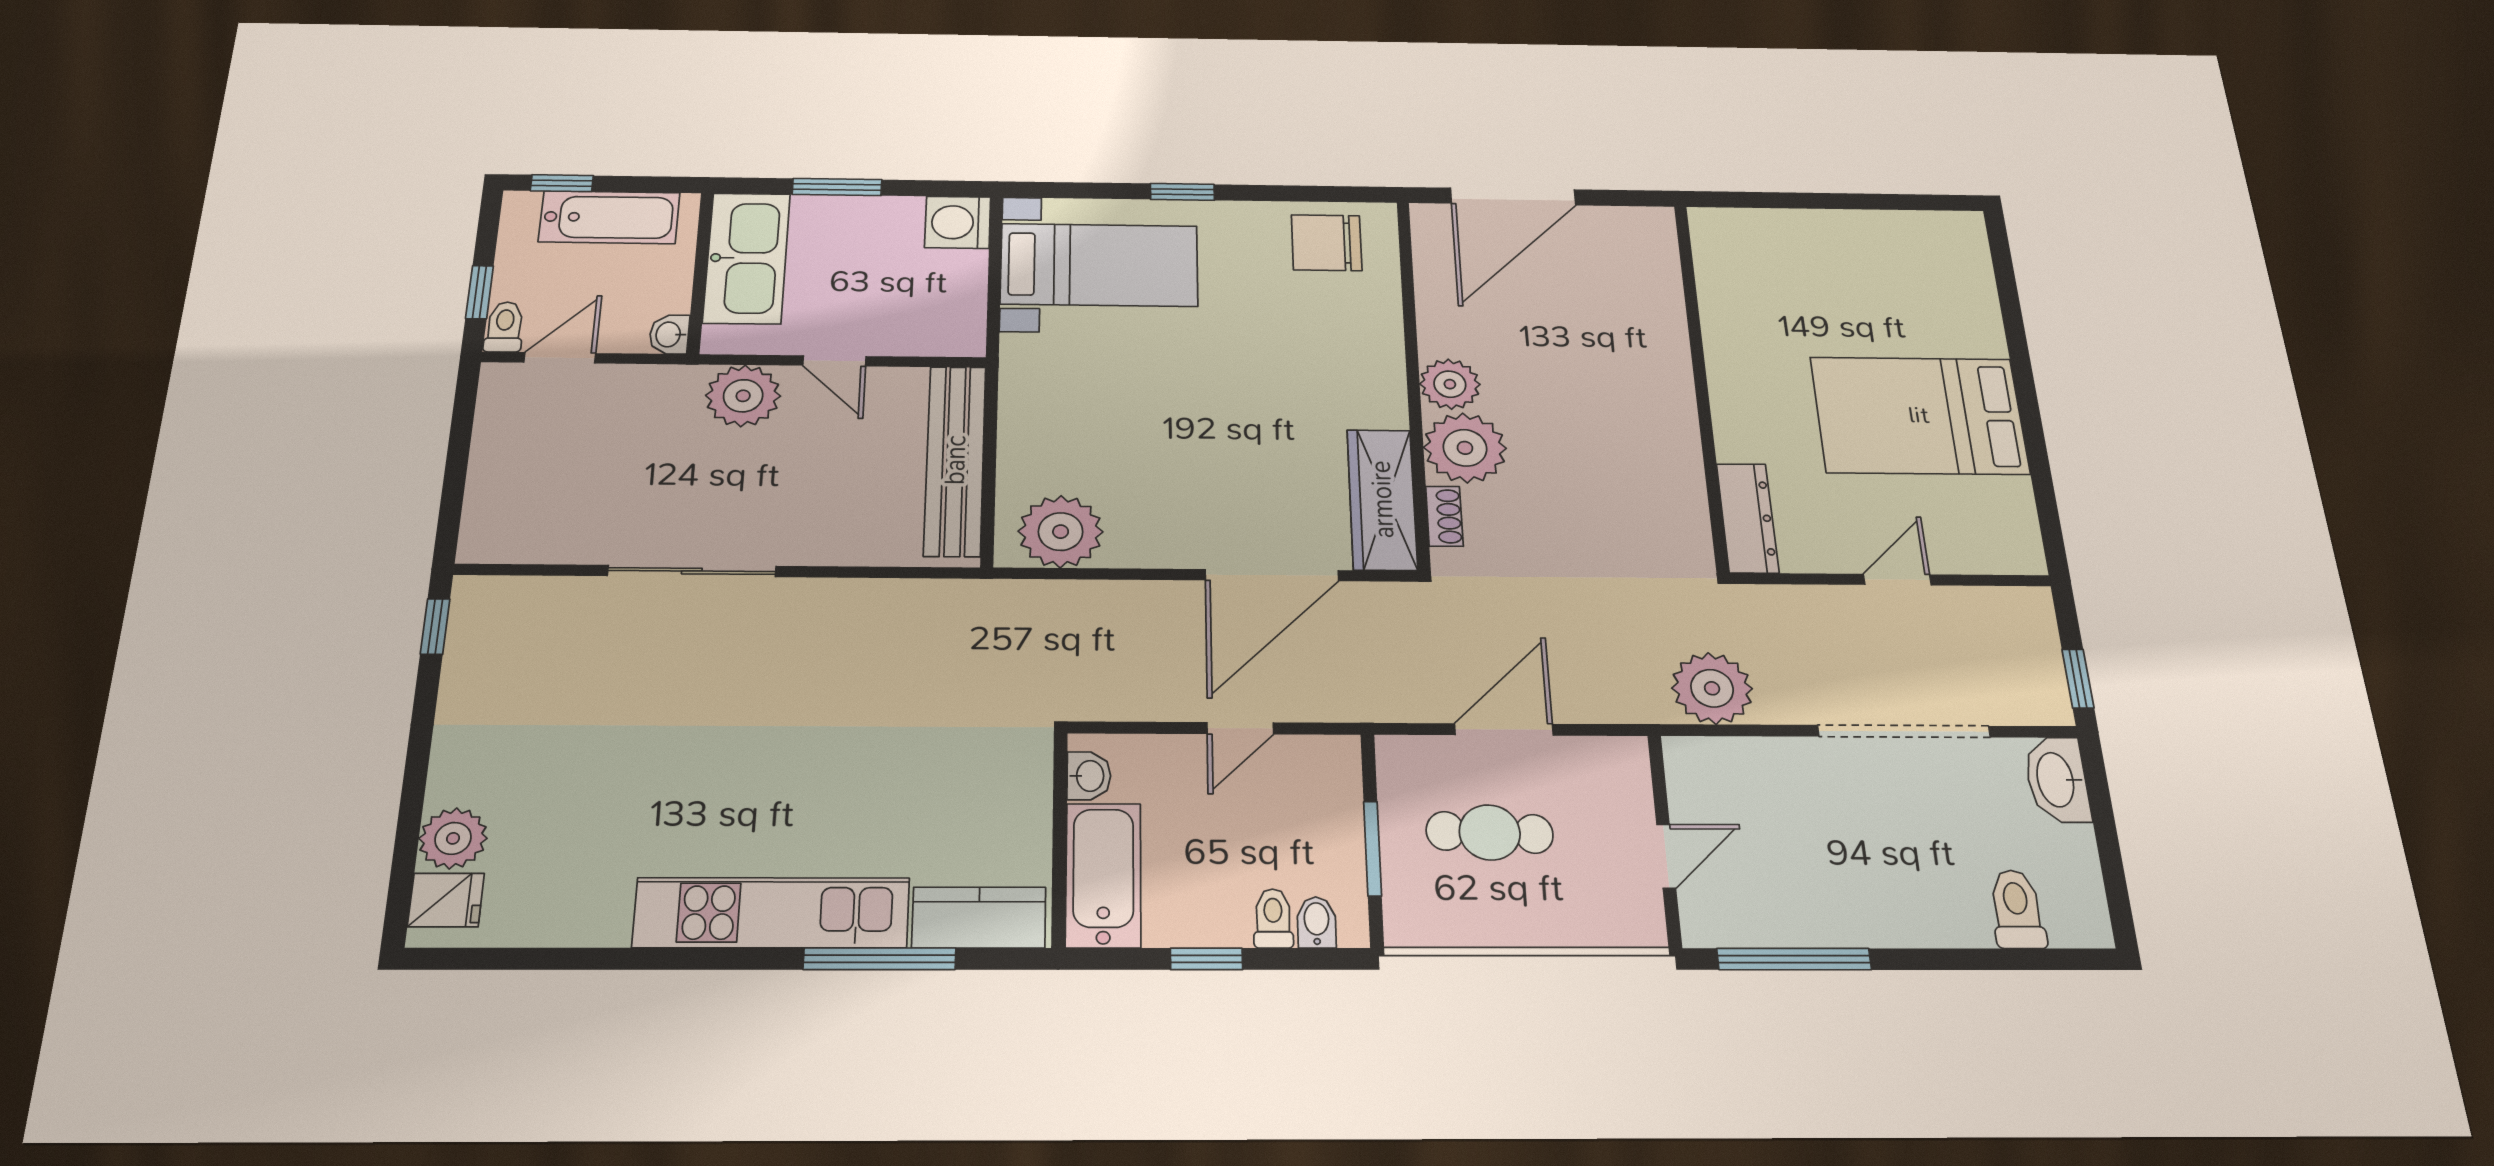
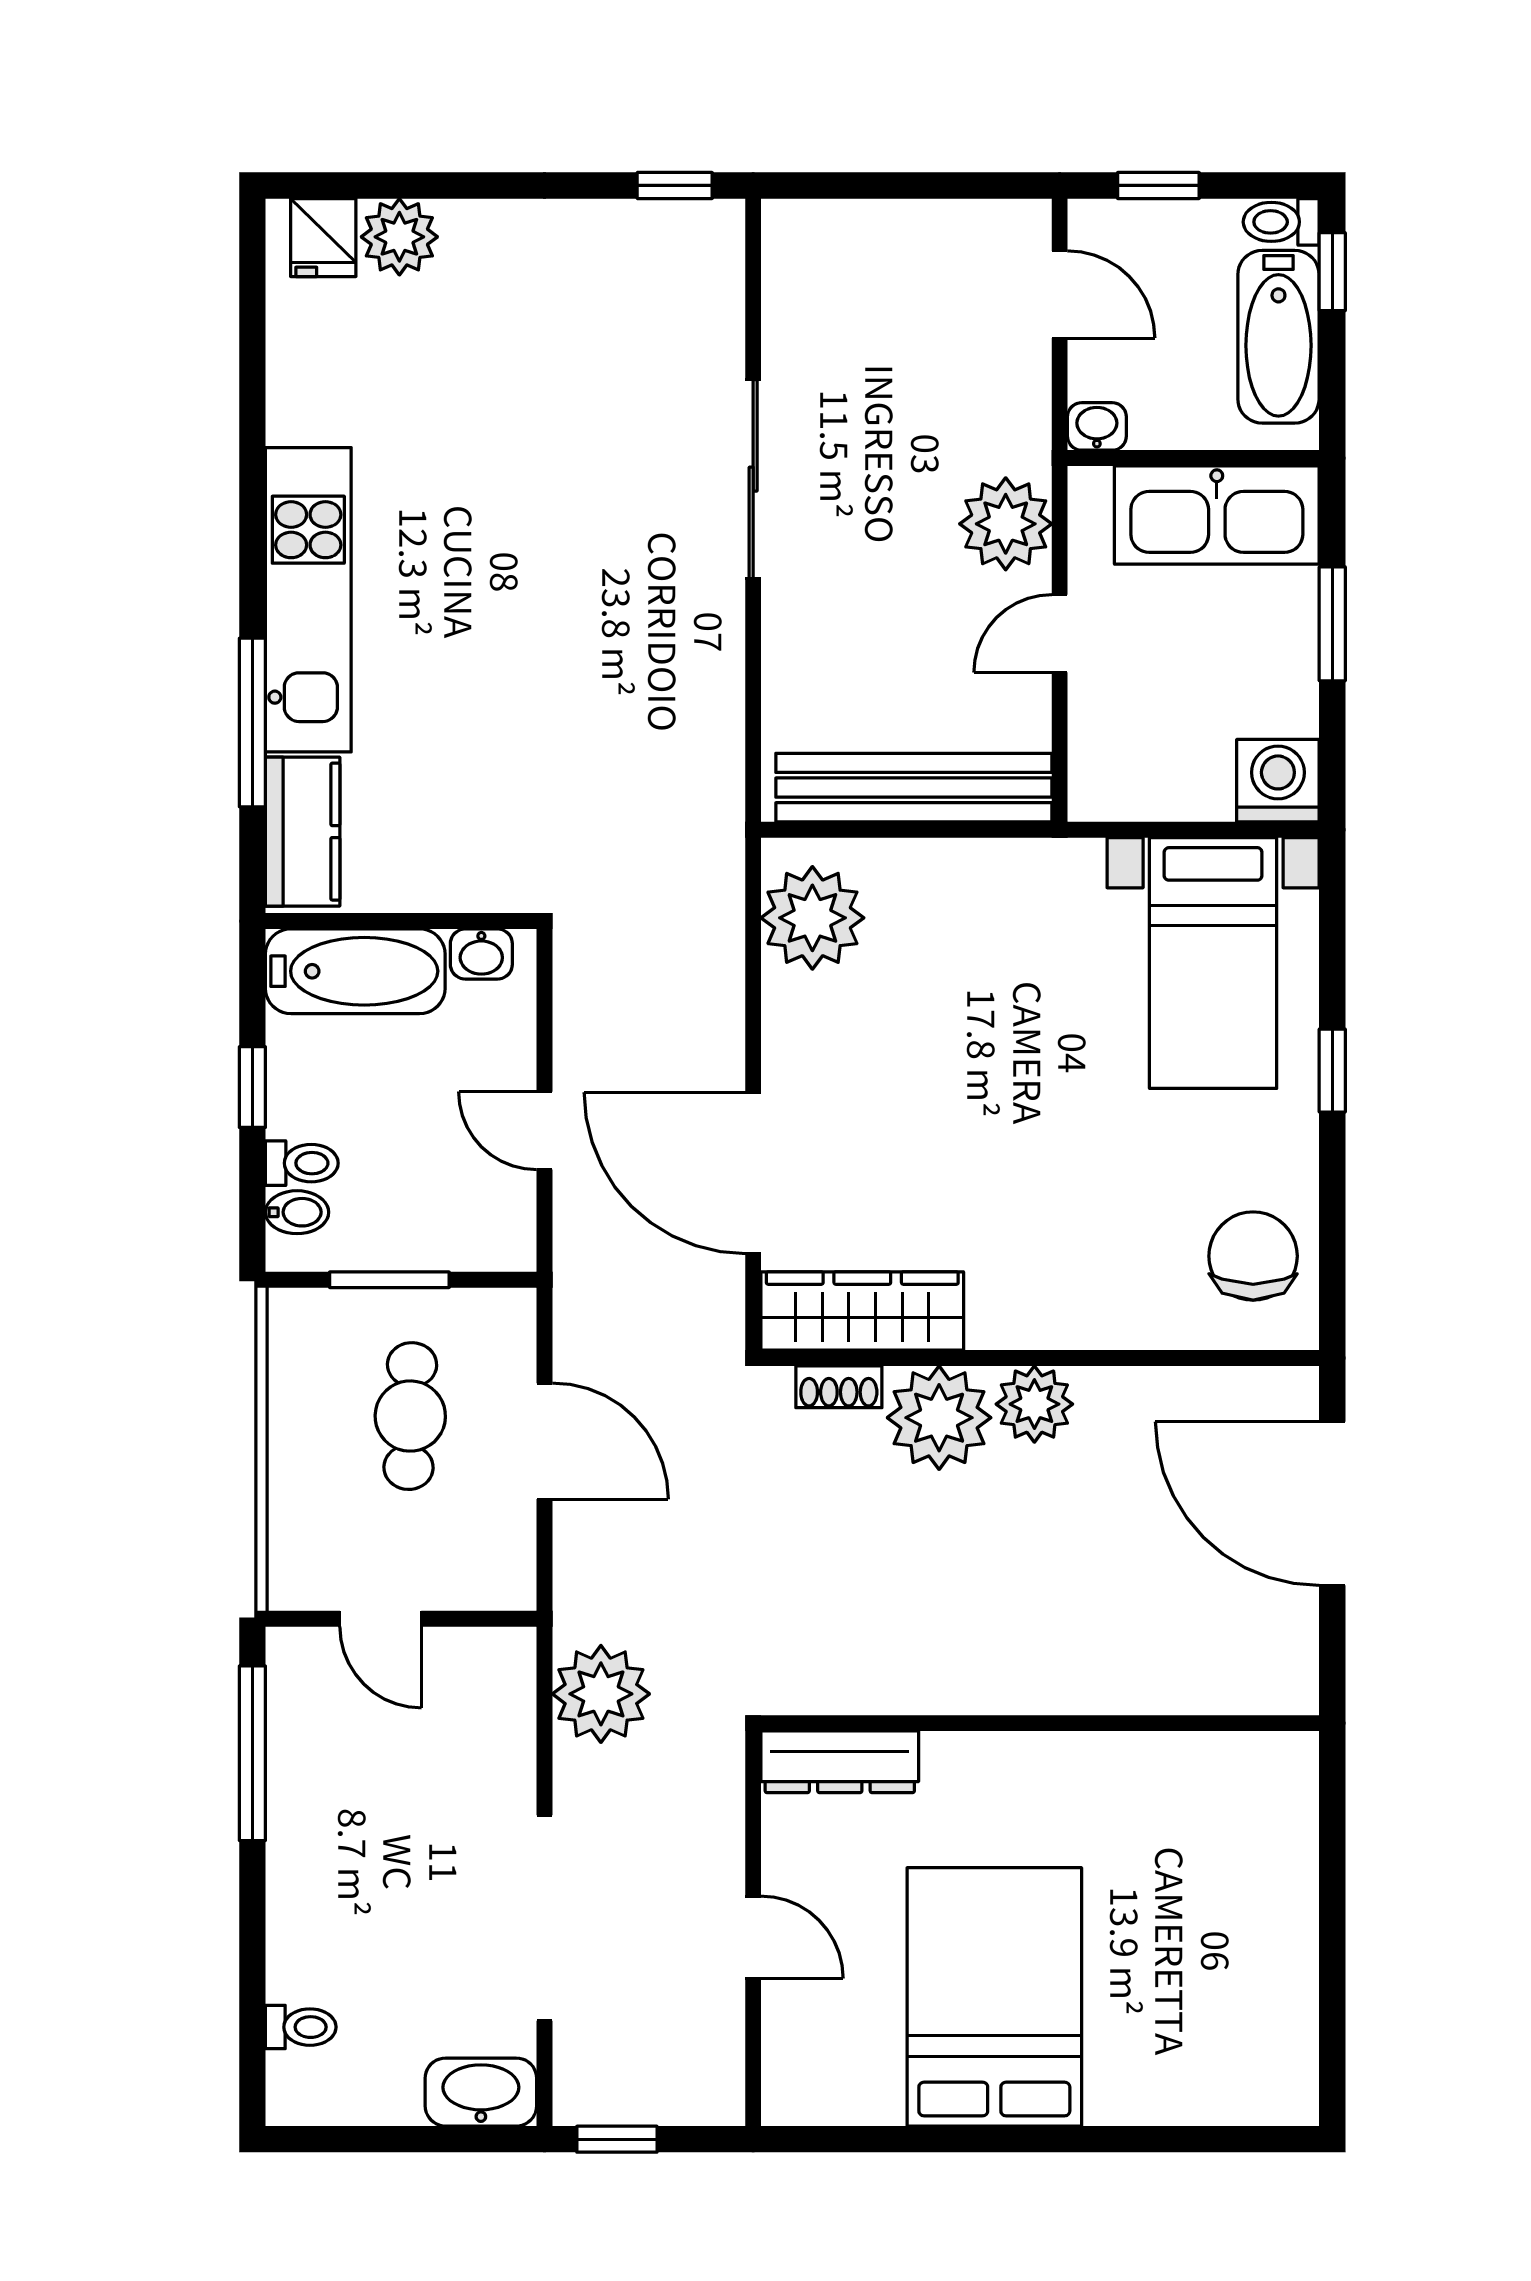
toilet: (504, 327) -> (1281, 222), moved, turned 180
toilet: (2017, 909) -> (301, 2027), width x0.73, depth x0.72

